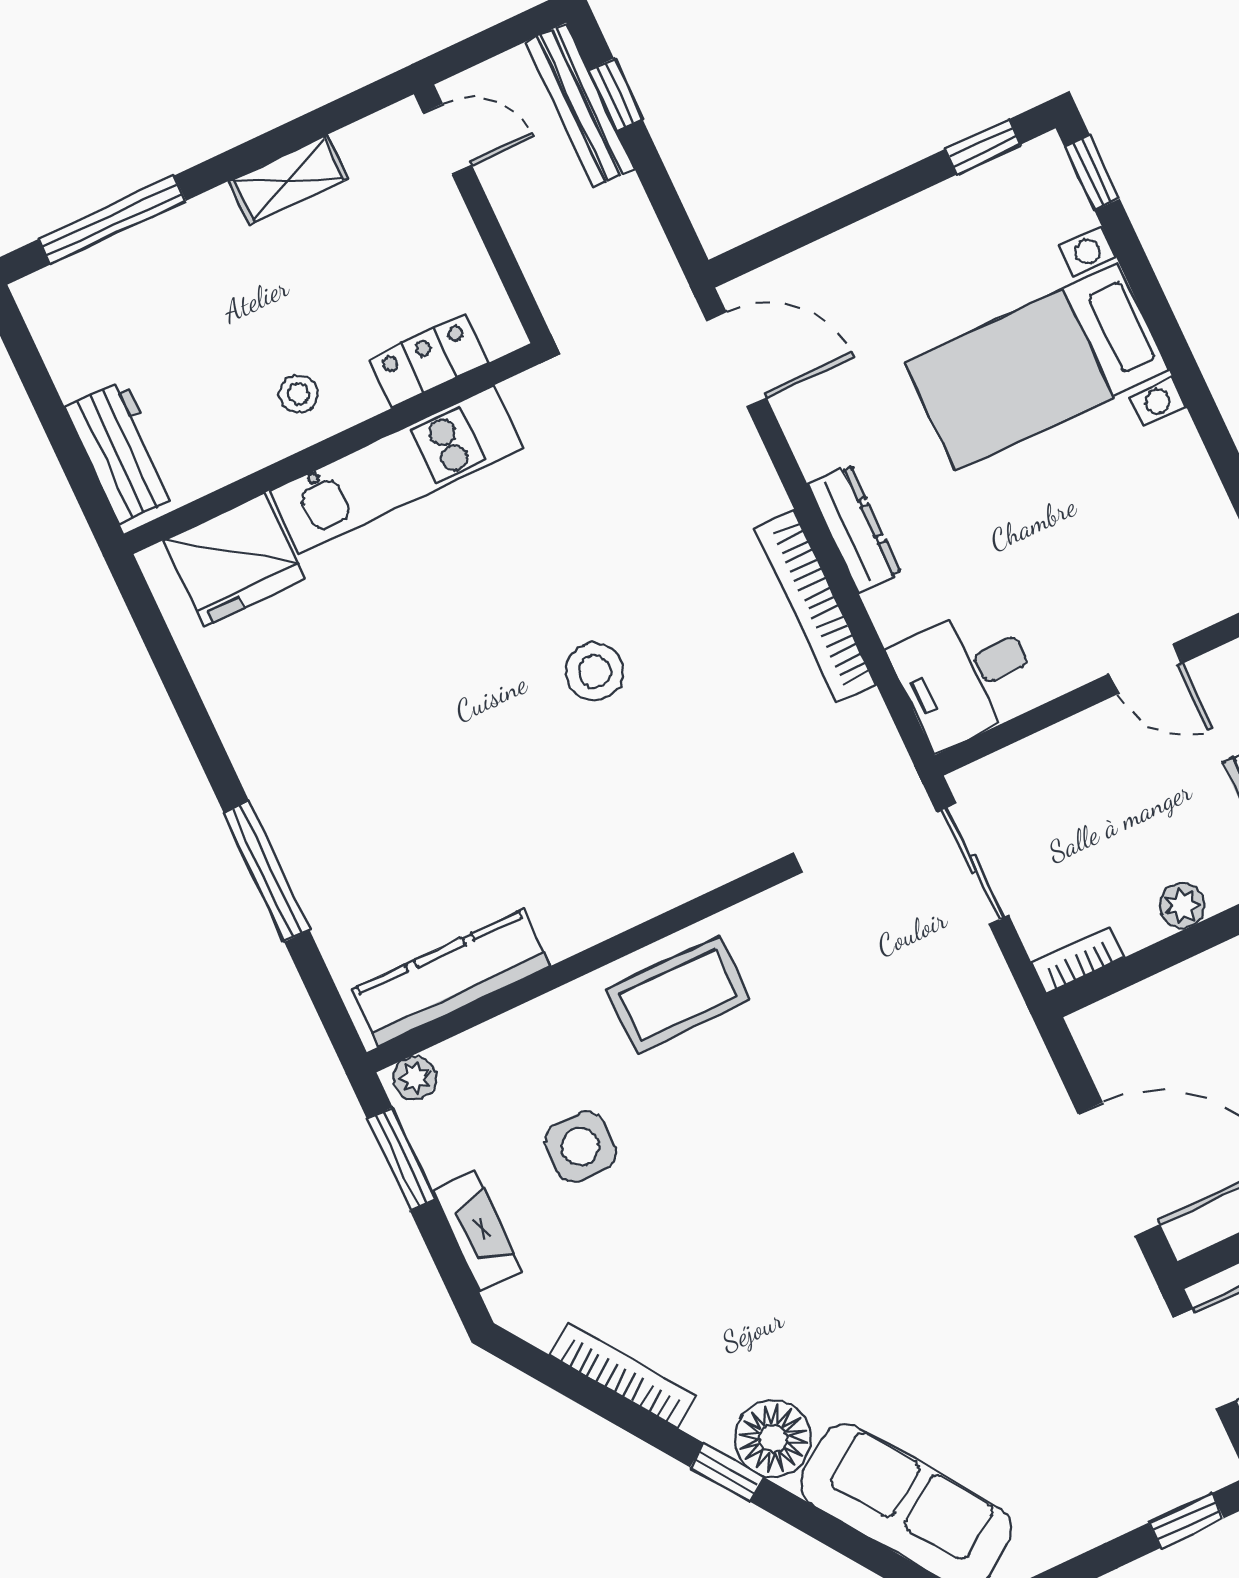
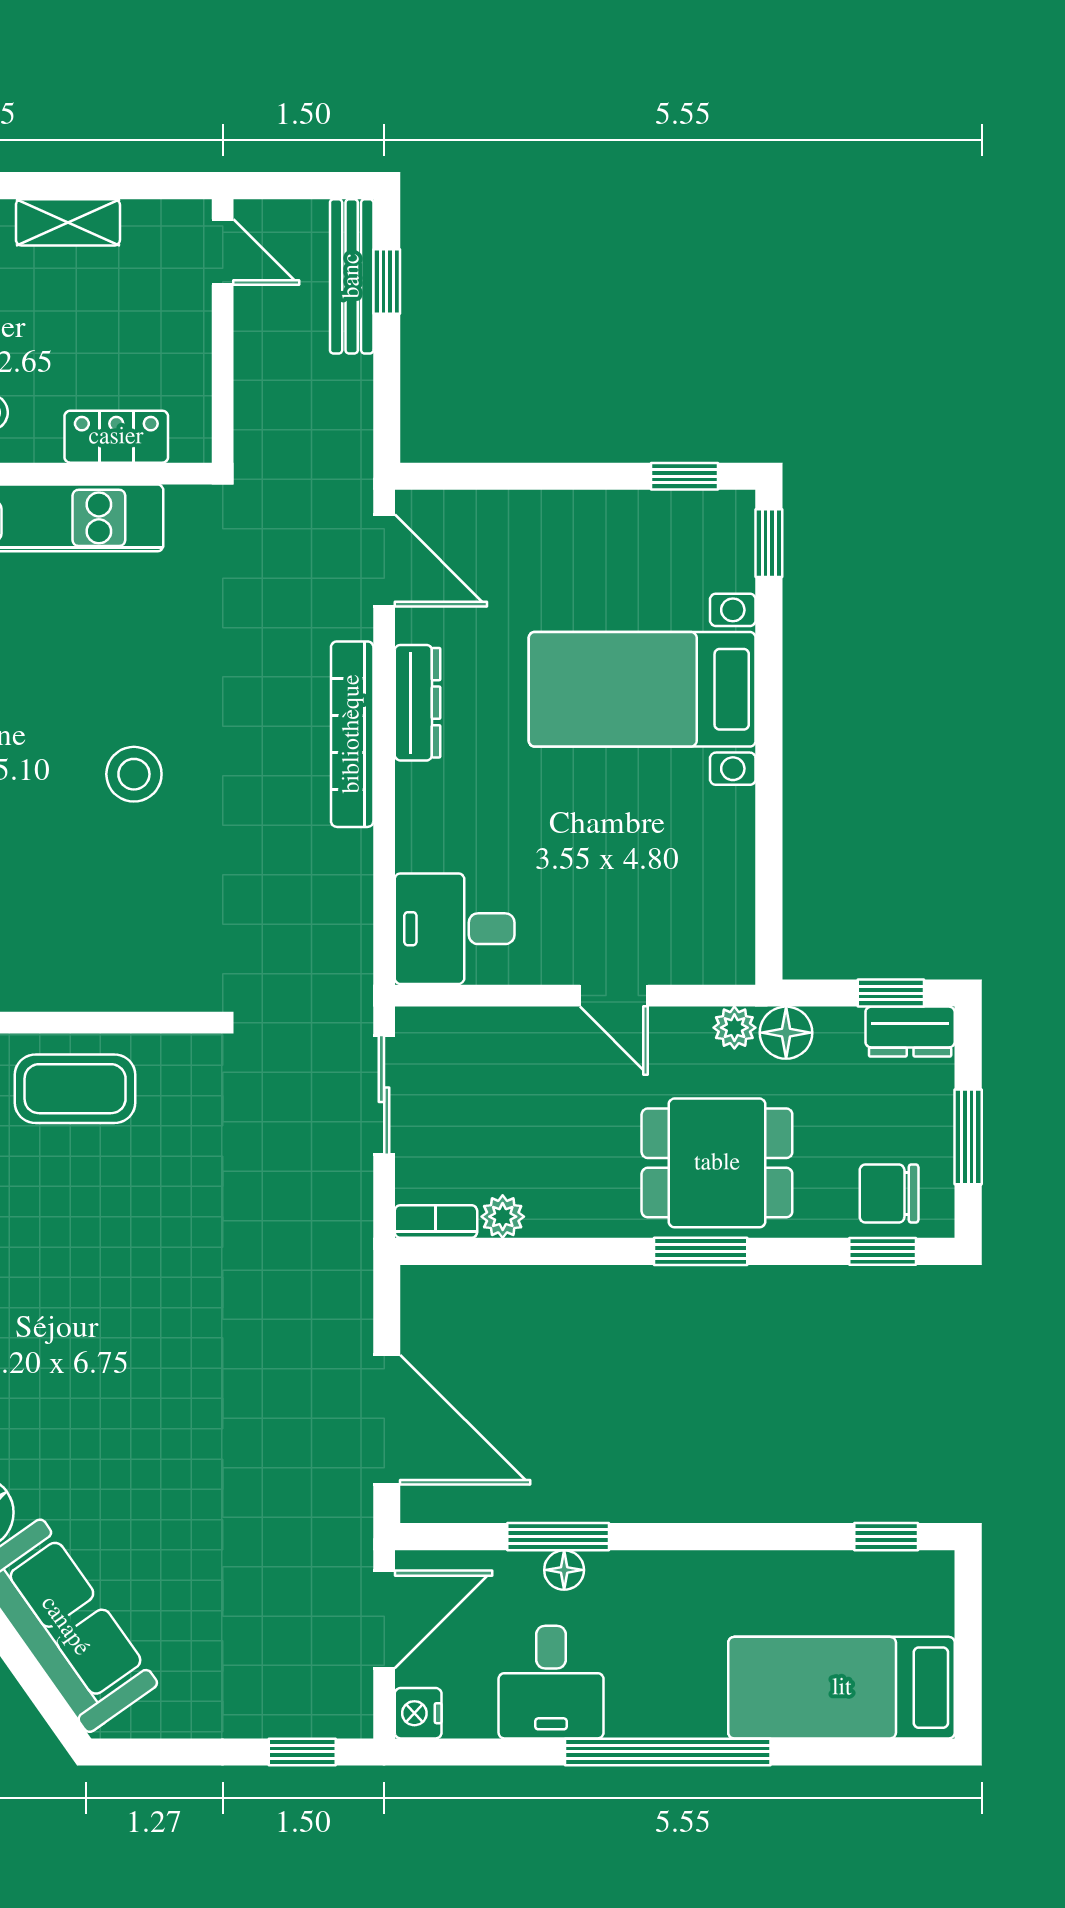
dresser: (854, 529) -> (417, 703), moved
bookcase: (815, 606) -> (352, 734), moved
plant: (1182, 906) -> (503, 1217), moved

